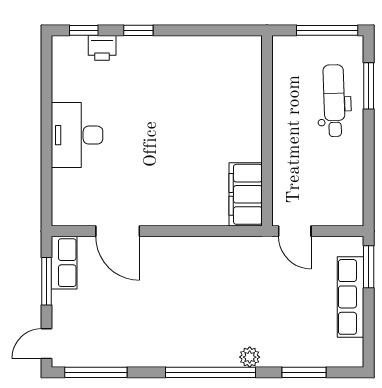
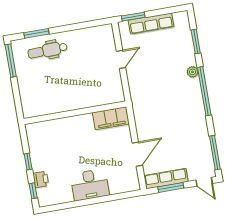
wall: (267, 131) -> (75, 113), moved
filing cabinet: (246, 194) -> (111, 118), moved
row of seats: (64, 263) -> (166, 179), width x1.48

